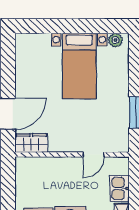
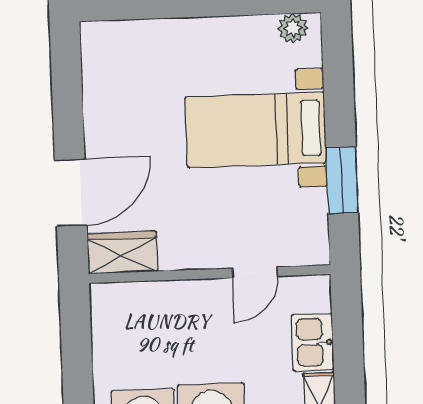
bed with nightstands: (79, 66) -> (256, 130), moved, turned 90

